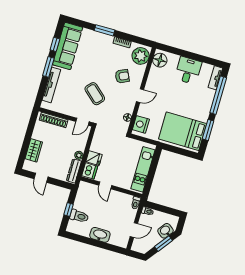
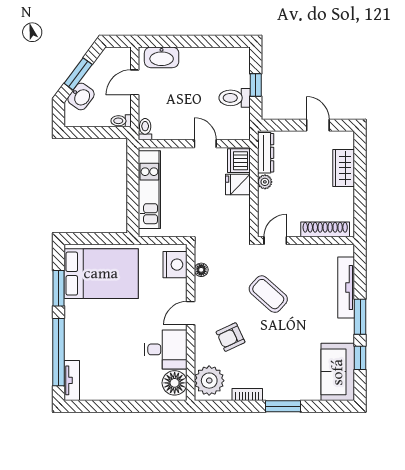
sofa: (68, 46) -> (338, 372), width x0.73
desk: (188, 70) -> (166, 349), moved, turned -90
toilet: (79, 216) -> (235, 98), moved
washbasin: (100, 235) -> (162, 57), moved

